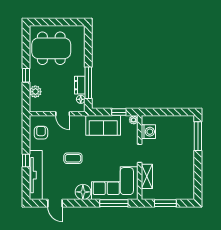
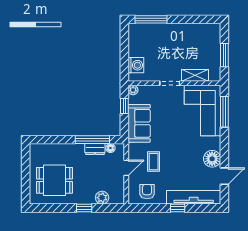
dining table: (51, 48) -> (54, 180), width x0.73
washing machine: (148, 132) -> (136, 65), moved, turned 90
armchair: (41, 133) -> (147, 192), turned 90
coffee table: (73, 158) -> (154, 162), moved
floor lamp: (83, 192) -> (212, 159), moved

